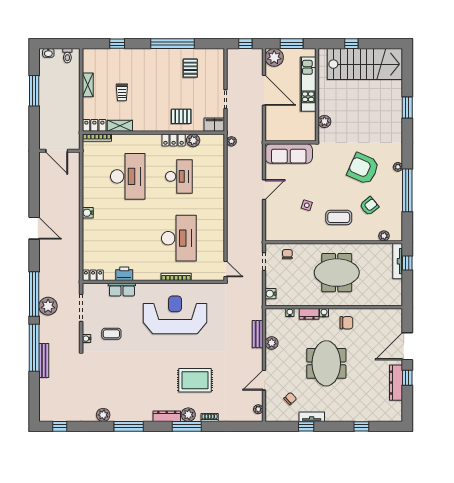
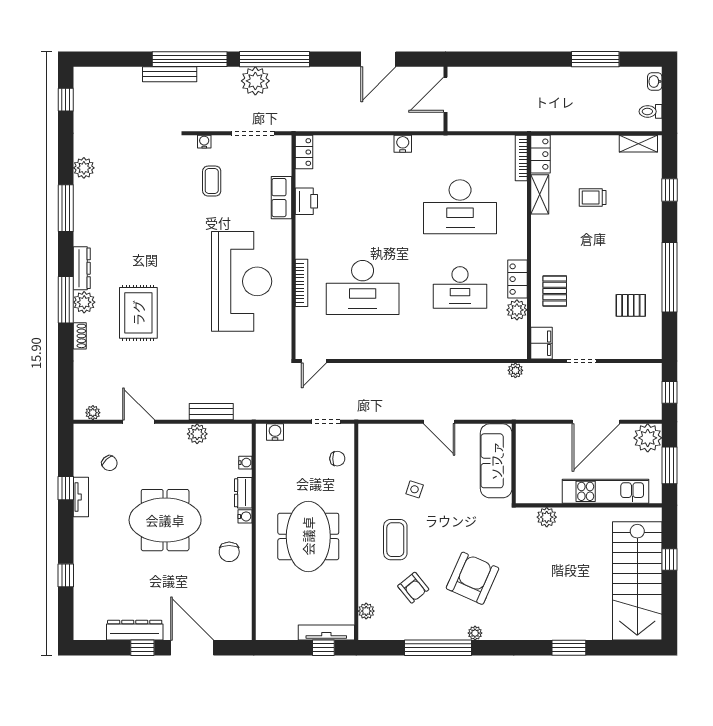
shelving: (88, 85) -> (638, 144), moved
door: (57, 151) -> (445, 95), moved
wall: (59, 151) -> (445, 99), moved

